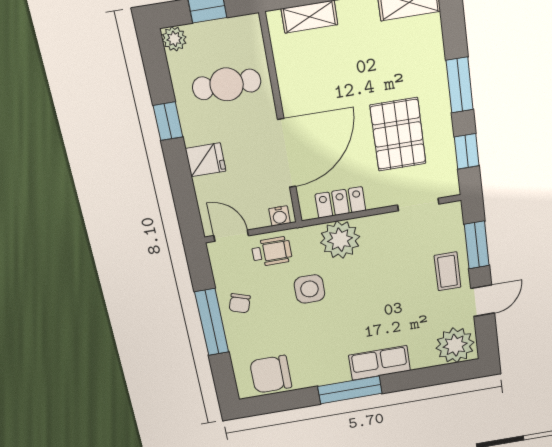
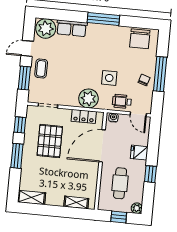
cafe table: (227, 84) -> (120, 183), turned 90
row of seats: (380, 363) -> (72, 28), moved
chair: (271, 374) -> (140, 39), turned 90

